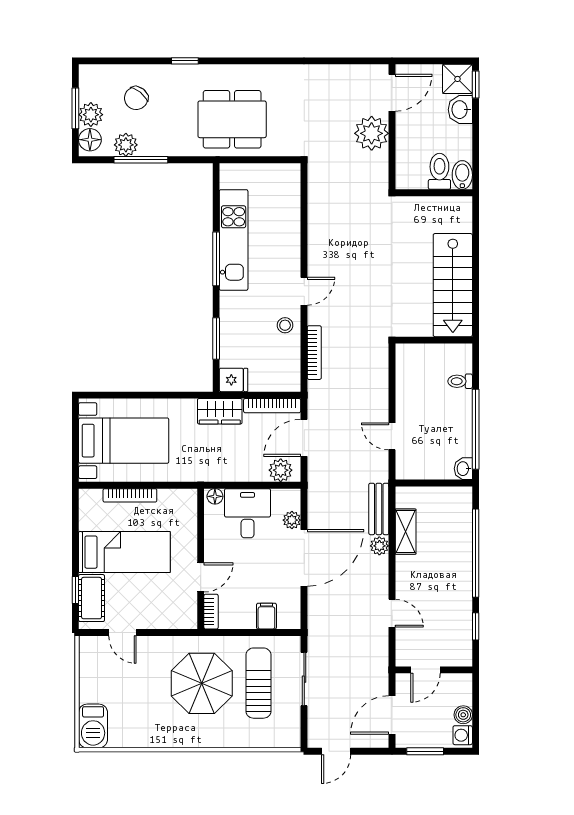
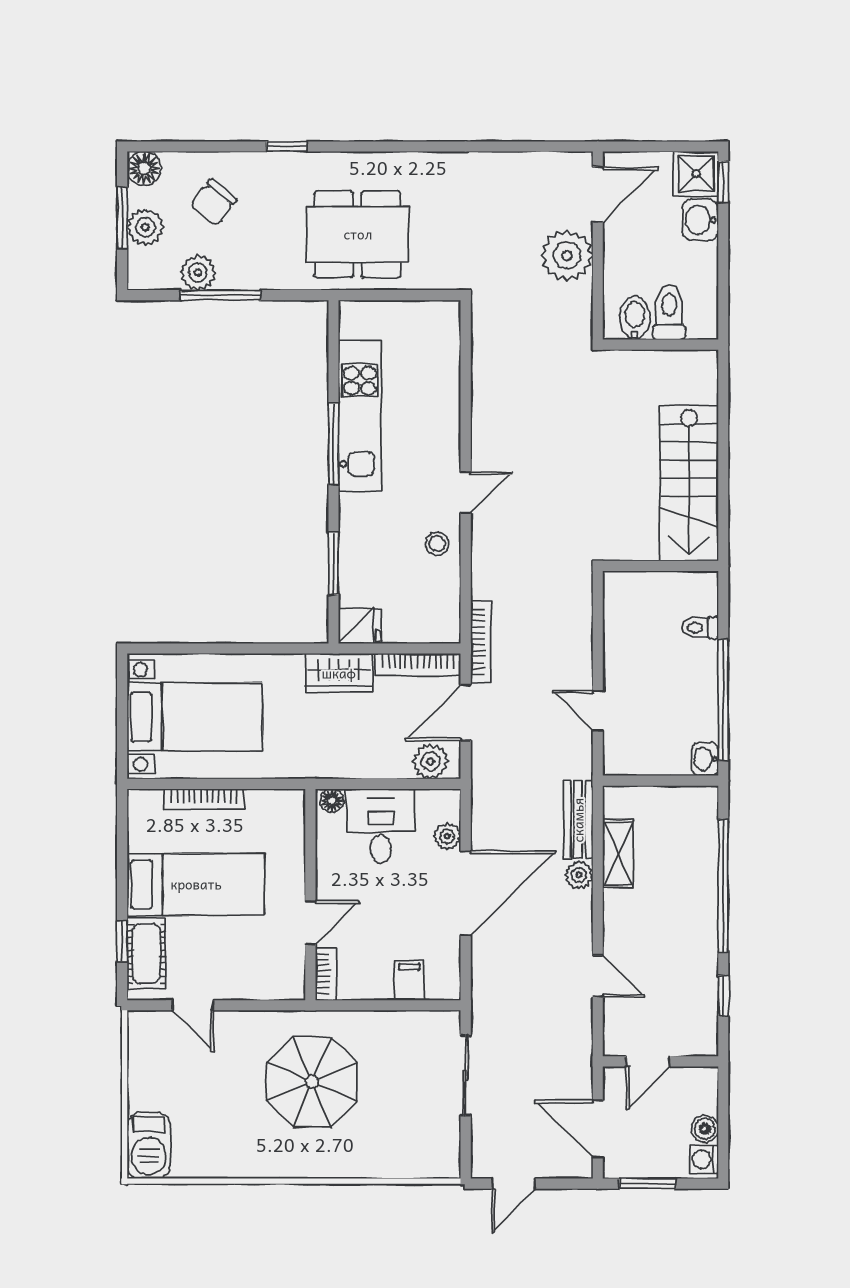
floor lamp: (90, 140) -> (144, 168), moved
bidet: (462, 175) -> (635, 318), moved
bookcase: (314, 353) -> (481, 642), moved
sun lounger: (258, 683) -> (397, 1081), removed
door: (392, 715) -> (598, 1129), hinge flipped

